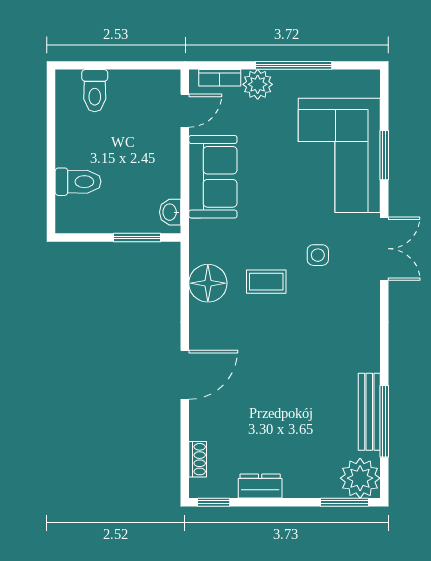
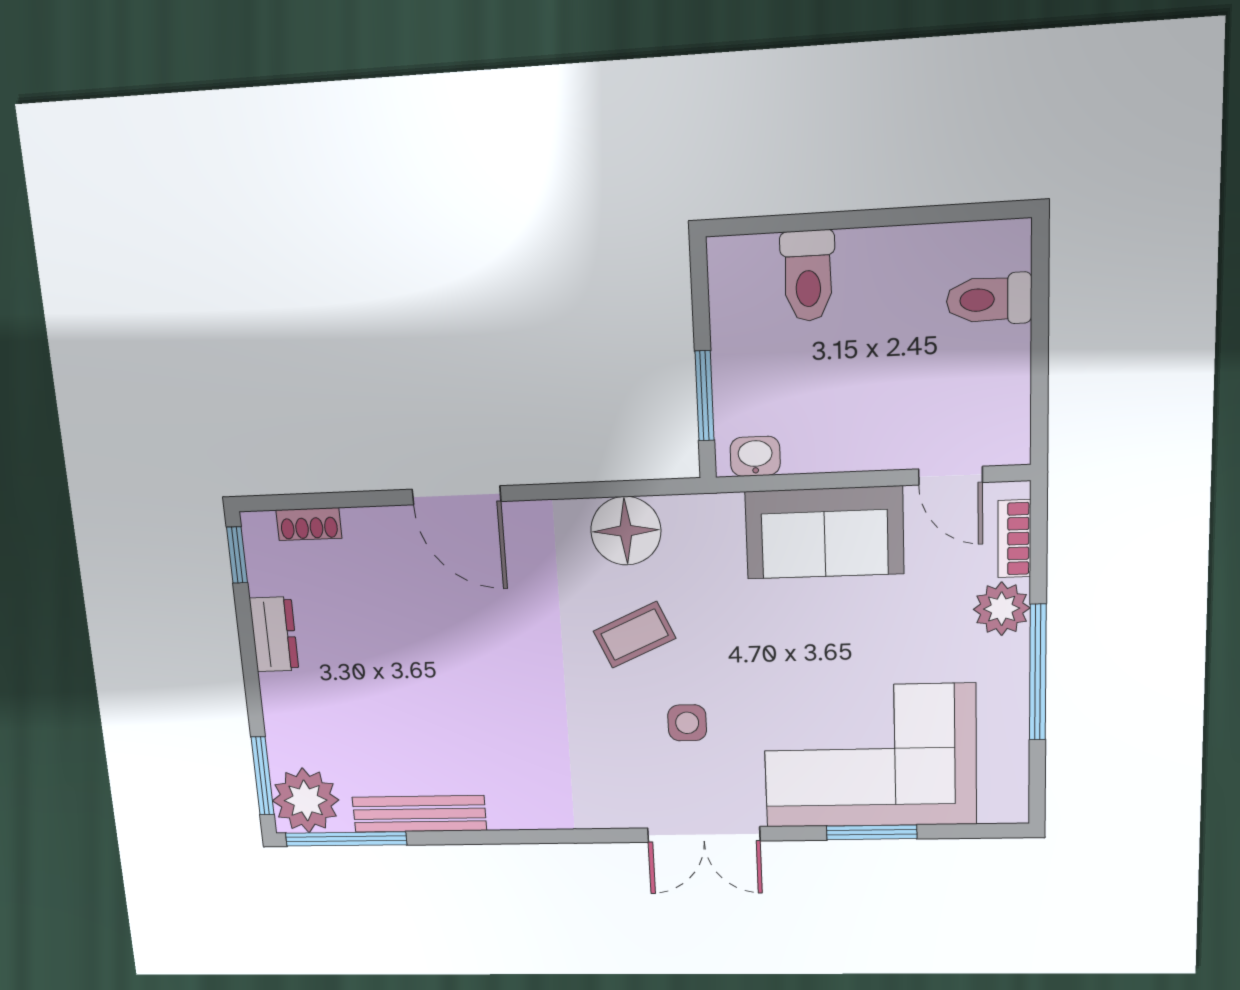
coffee table: (266, 282) -> (635, 635), turned 66
window: (384, 421) -> (346, 839), moved

